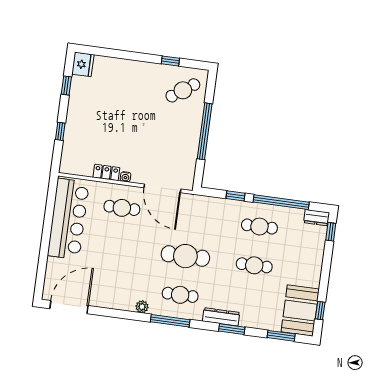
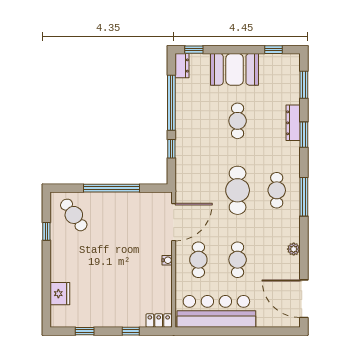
fridge: (83, 64) -> (60, 294), moved, turned 90
locker: (106, 172) -> (159, 321), moved, turned 90
cafe table: (259, 227) -> (238, 260), moved
plant: (142, 307) -> (294, 249), moved
booth: (300, 310) -> (235, 69), moved
dresser: (221, 317) -> (293, 123), moved

